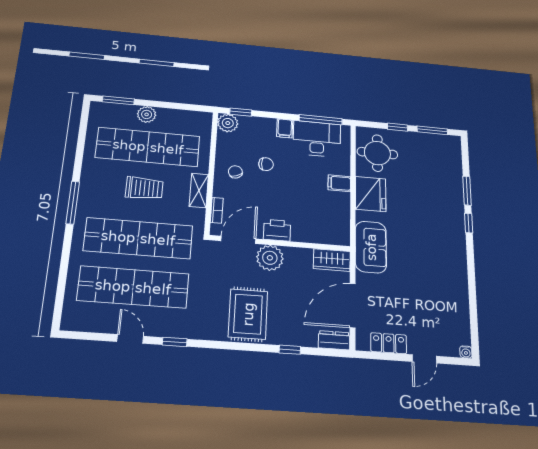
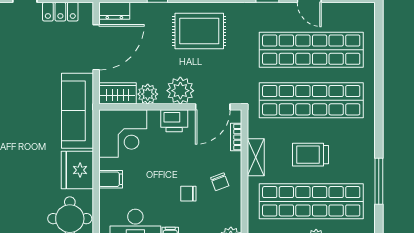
window: (73, 203) -> (379, 181), moved
corner desk: (327, 223) -> (123, 134), added
sofa: (371, 247) -> (77, 111), width x1.36
plant: (302, 257) -> (148, 94), added
rug: (248, 314) -> (199, 31), turned 90

